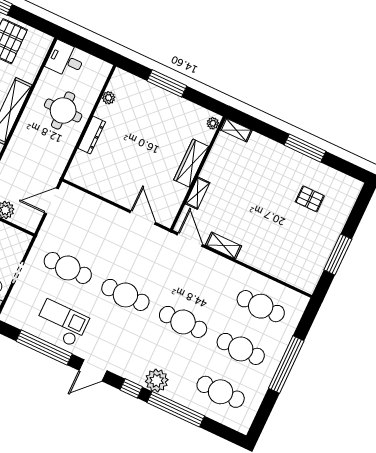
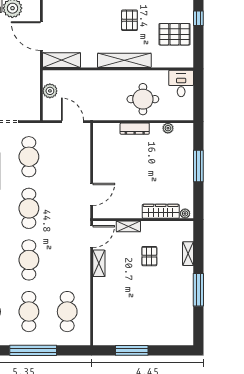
shelving: (236, 130) -> (188, 254), moved
wardrobe: (191, 163) -> (161, 211), moved
pallet: (310, 199) -> (149, 256), moved

